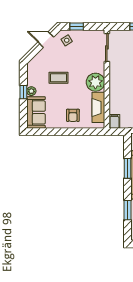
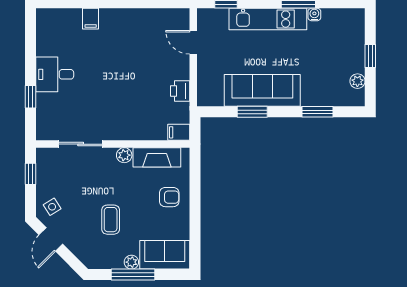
window: (77, 27) -> (31, 174), moved
sliding door: (107, 47) -> (81, 144), moved
plant: (95, 82) -> (124, 155), width x0.53, depth x0.53
window: (23, 92) -> (133, 275), width x2.17

